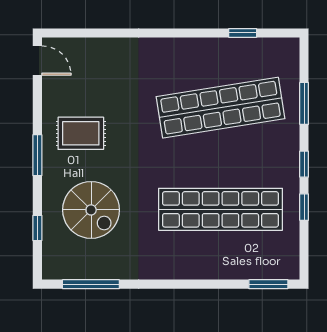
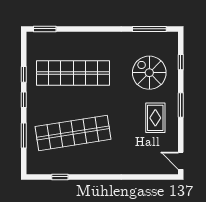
rug: (81, 133) -> (155, 118), turned 90

